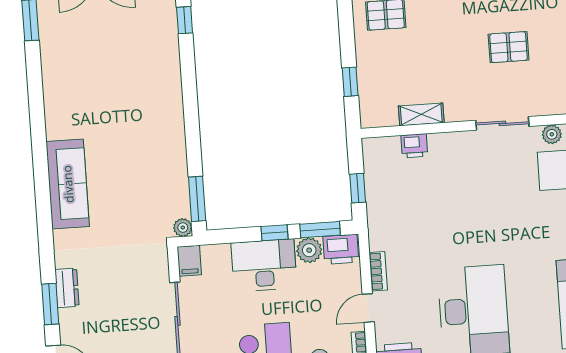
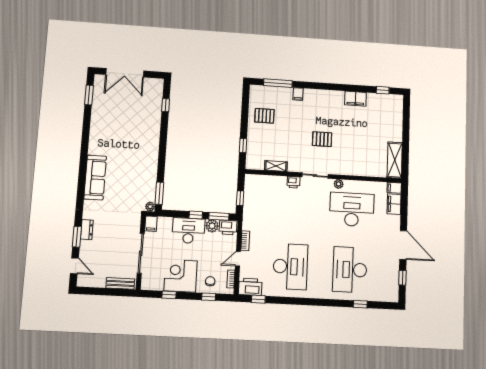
printer: (414, 146) -> (293, 182), moved

